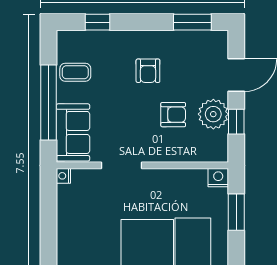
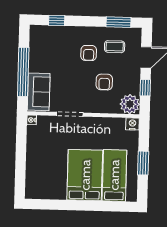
coffee table: (75, 72) -> (115, 47), moved
plant: (213, 114) -> (130, 104), moved
armchair: (173, 115) -> (104, 82), turned 90
window: (236, 212) -> (143, 163), moved

